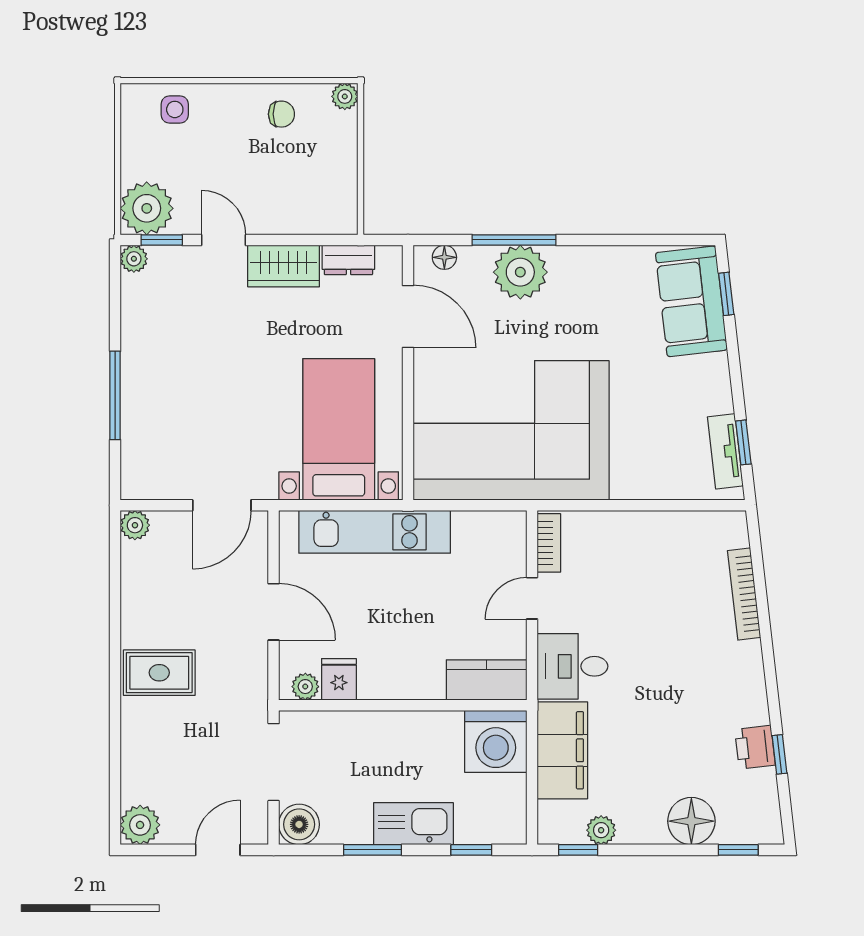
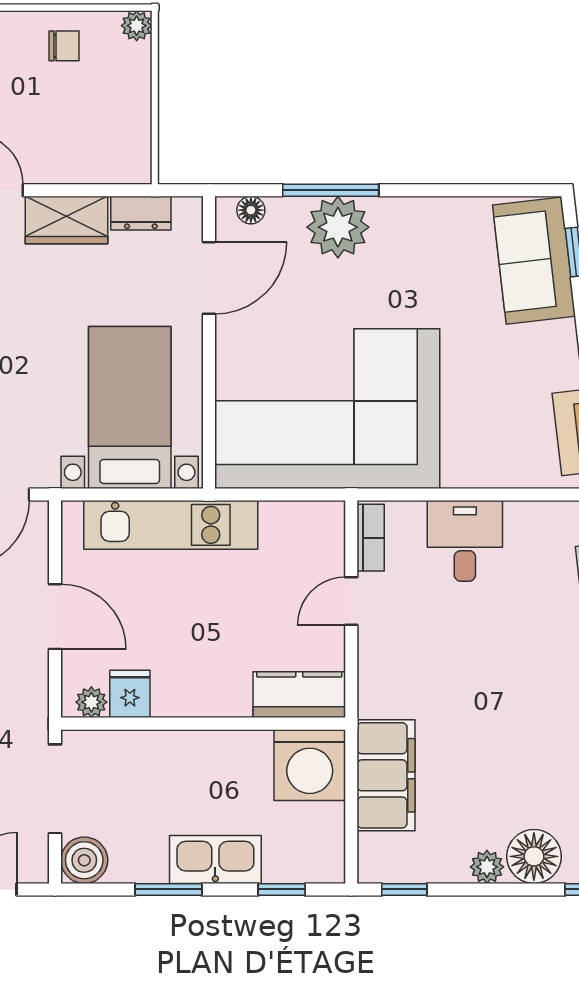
door: (408, 316) -> (209, 278), hinge flipped
desk: (572, 666) -> (465, 541), moved, turned 90
plant: (601, 830) -> (487, 867), moved

